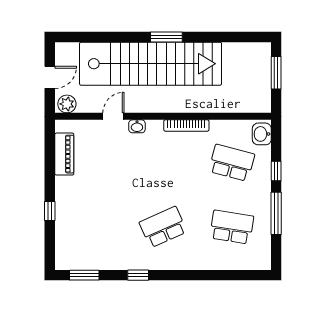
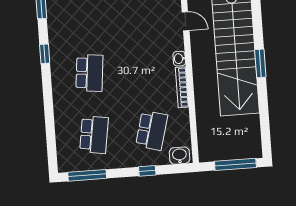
window: (276, 73) -> (235, 164), width x1.44
washbasin: (137, 126) -> (179, 59), moved
window: (276, 213) -> (87, 175), moved
school desk: (163, 227) -> (89, 73), turned 30

